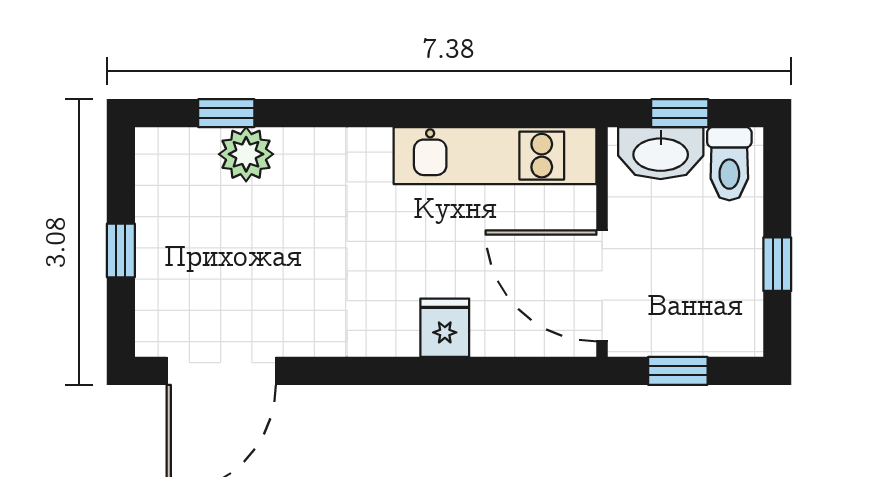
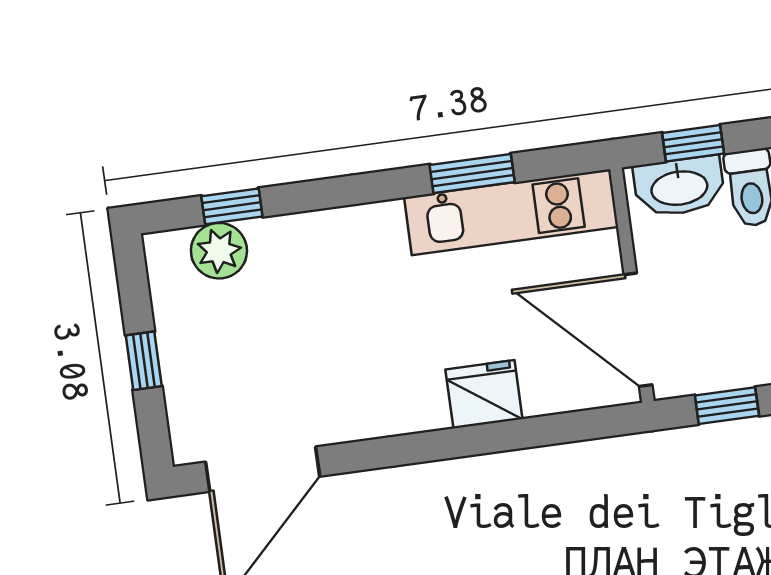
window: (463, 113) -> (472, 173), added
plant: (246, 154) -> (219, 251), moved
fridge: (445, 328) -> (484, 394), width x1.38

